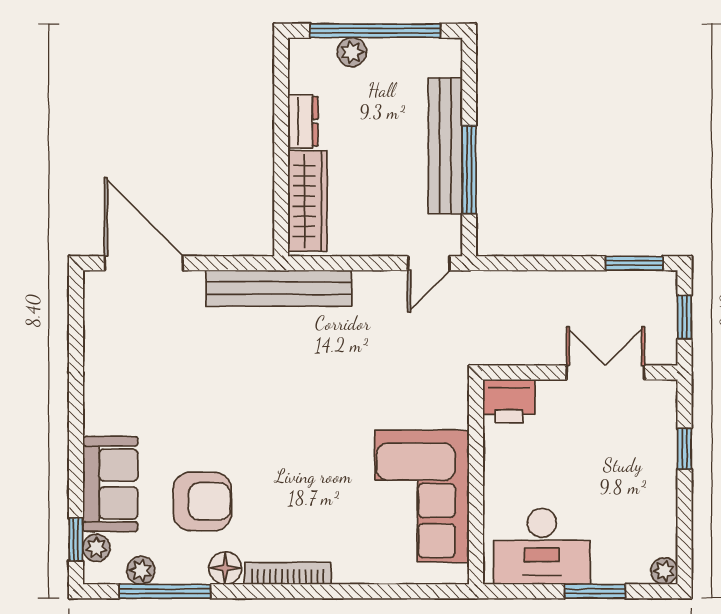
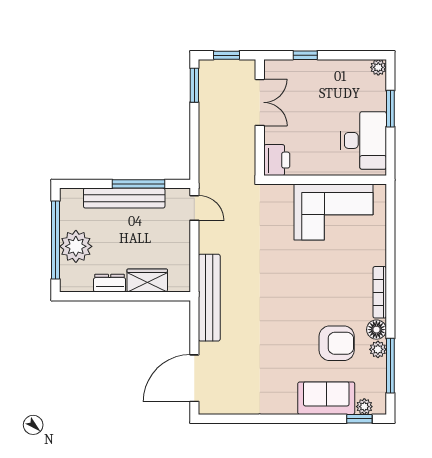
plant: (352, 52) -> (76, 246), width x1.87, depth x1.87
wardrobe: (307, 201) -> (147, 280), width x0.67
double door: (605, 373) -> (260, 102), swing flipped
armchair: (202, 501) -> (337, 343), turned 90
plant: (141, 570) -> (378, 349), moved

